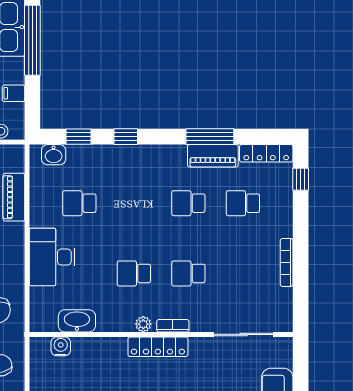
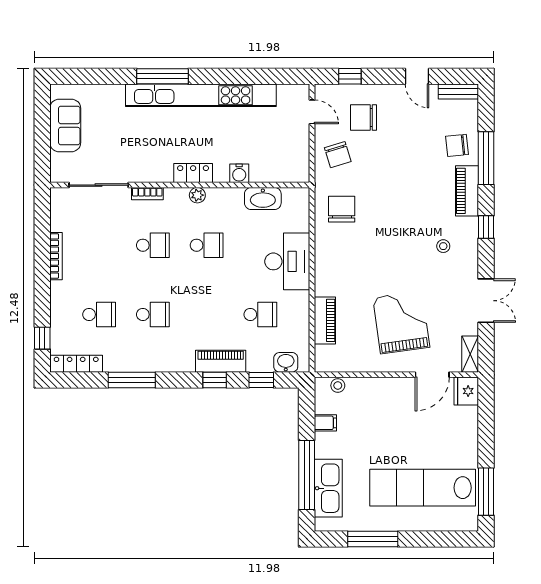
piano: (213, 156) -> (221, 361), moved
bookcase: (173, 326) -> (147, 194), moved
water cooler: (61, 346) -> (239, 173), moved
locker: (158, 347) -> (193, 173), width x0.66

